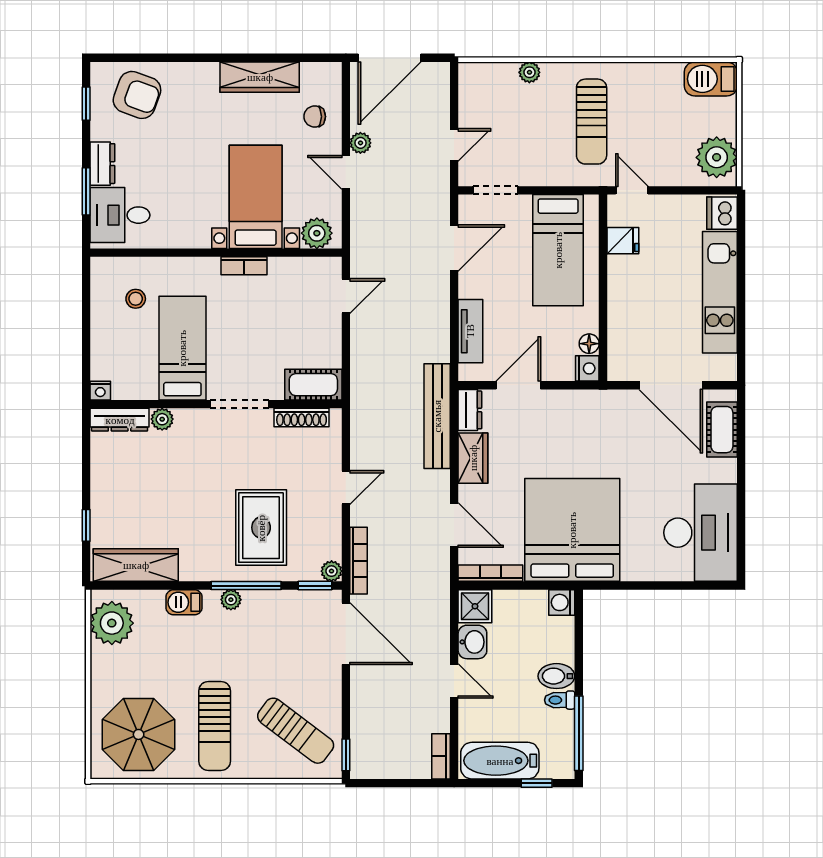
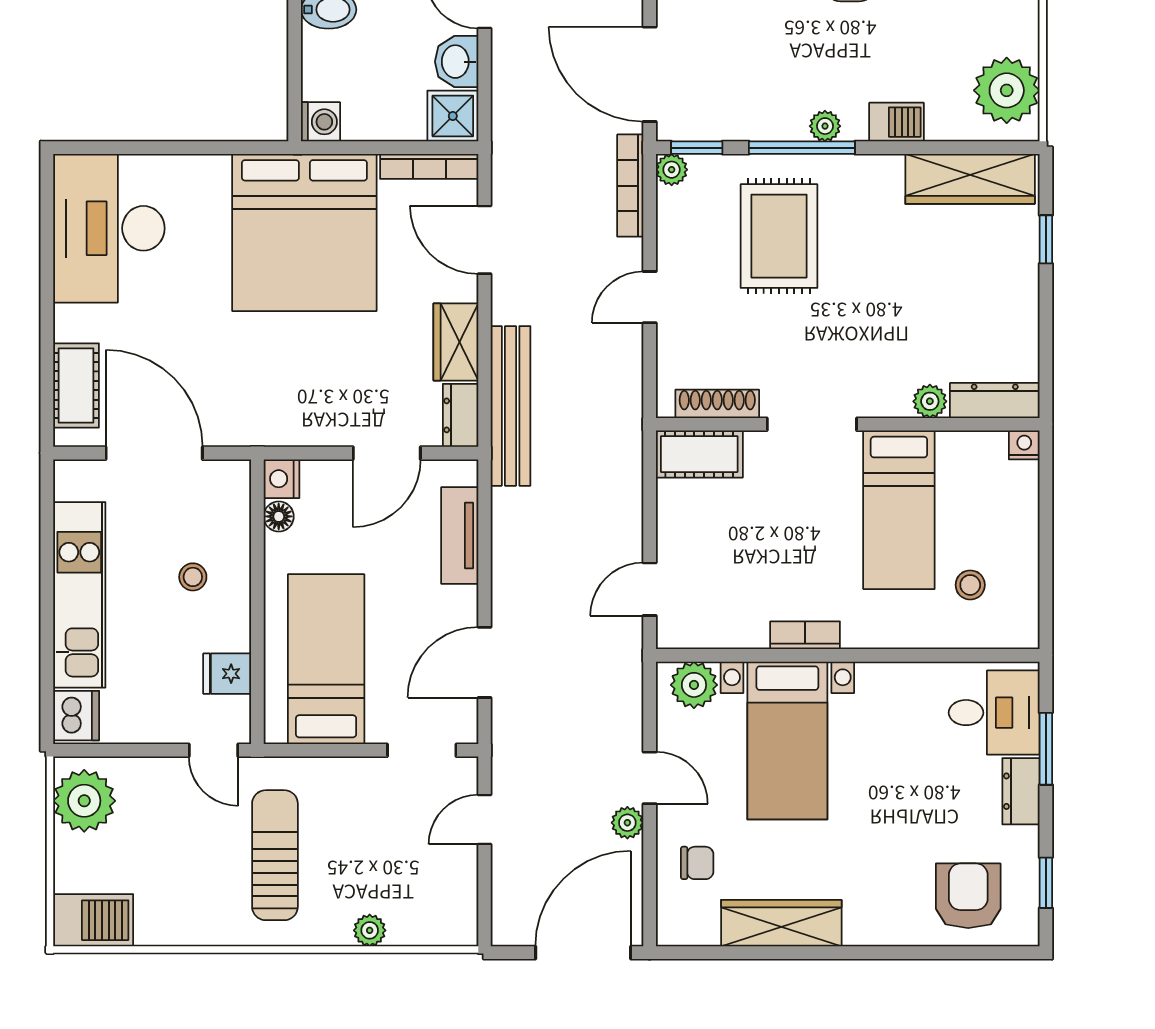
armchair: (137, 95) -> (968, 896), turned 70
stool: (645, 304) -> (193, 577), added

